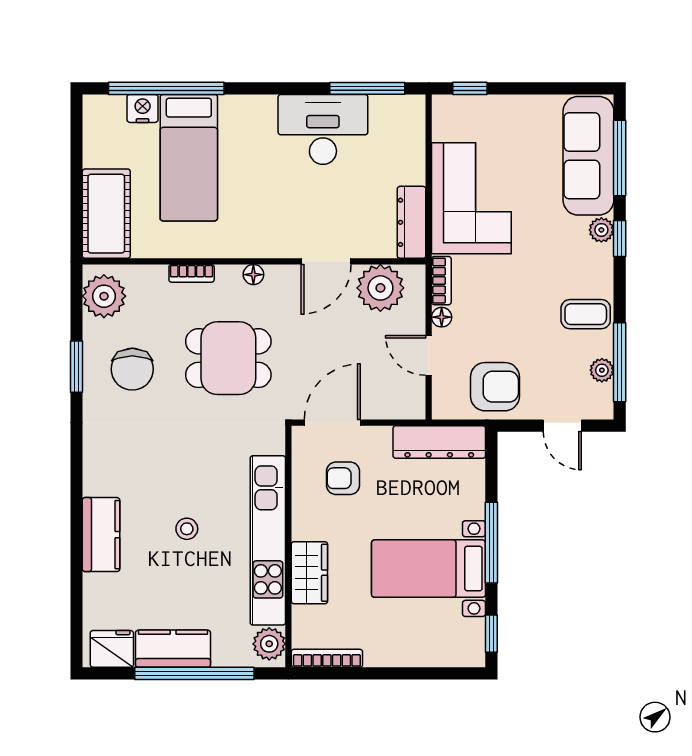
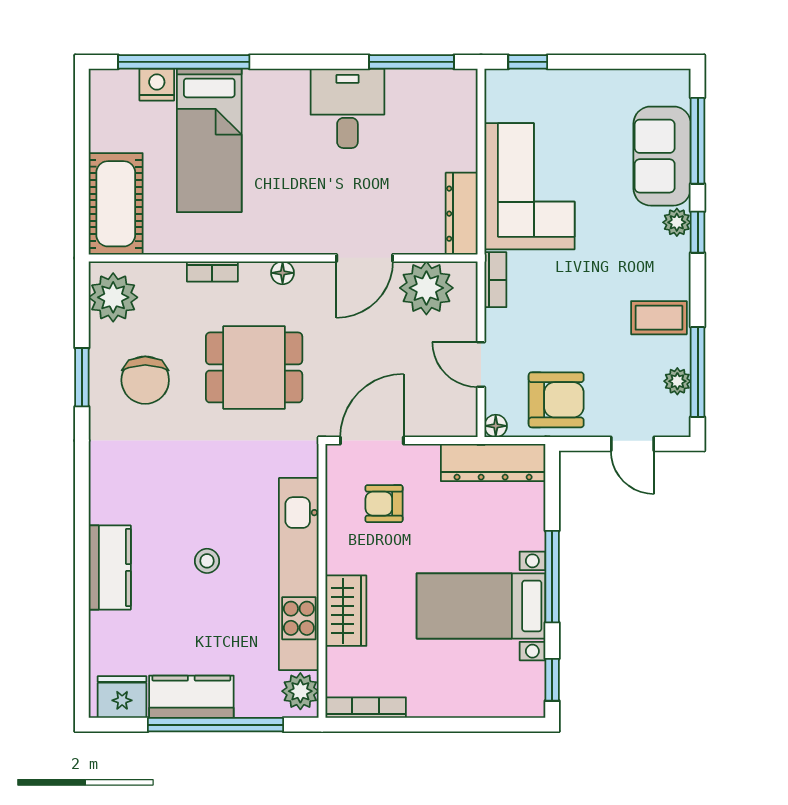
desk: (323, 129) -> (347, 108), width x0.73
sofa: (588, 156) -> (662, 156), width x0.73
floor lamp: (442, 317) -> (496, 426), moved

